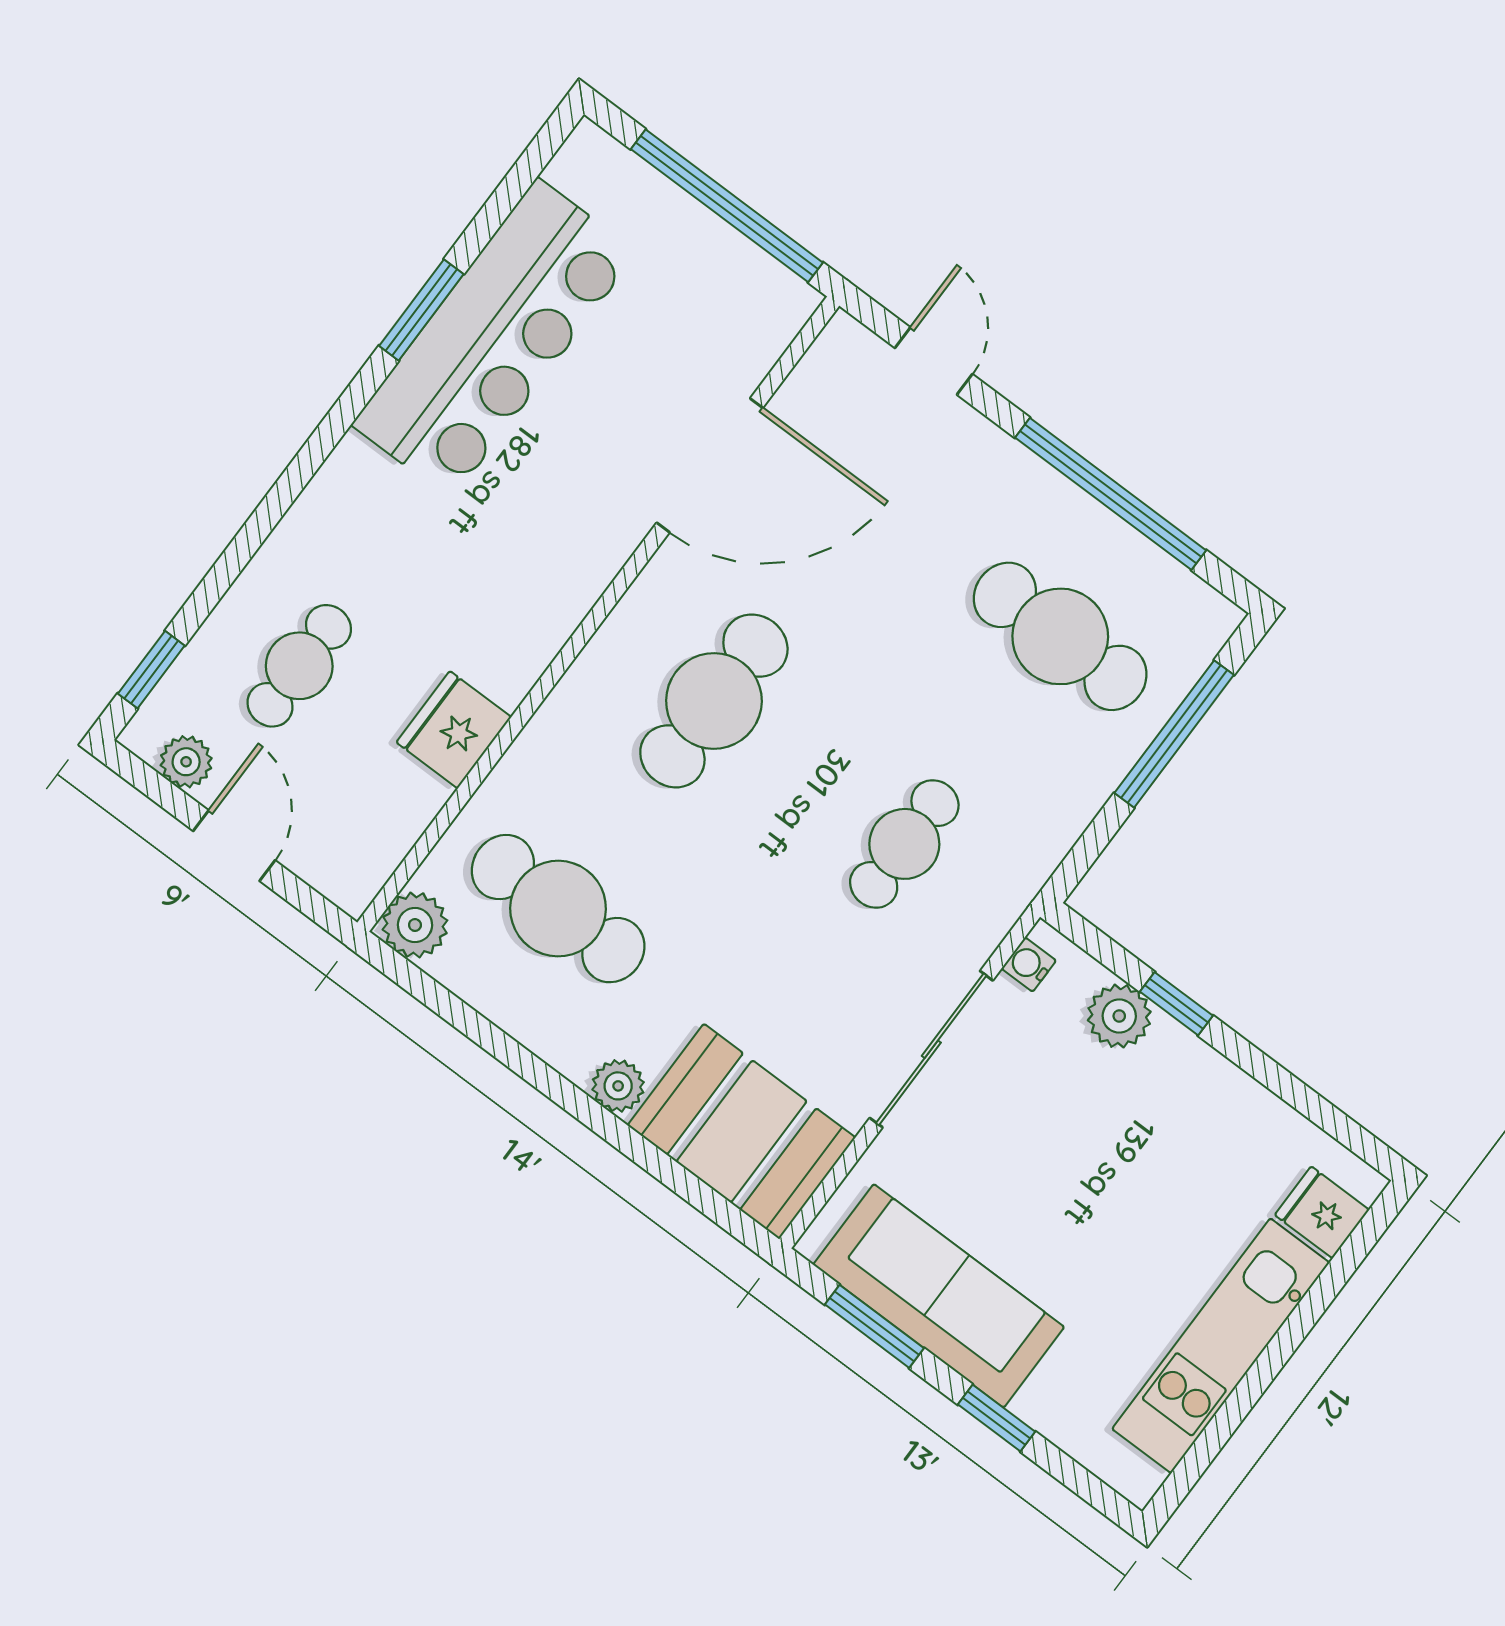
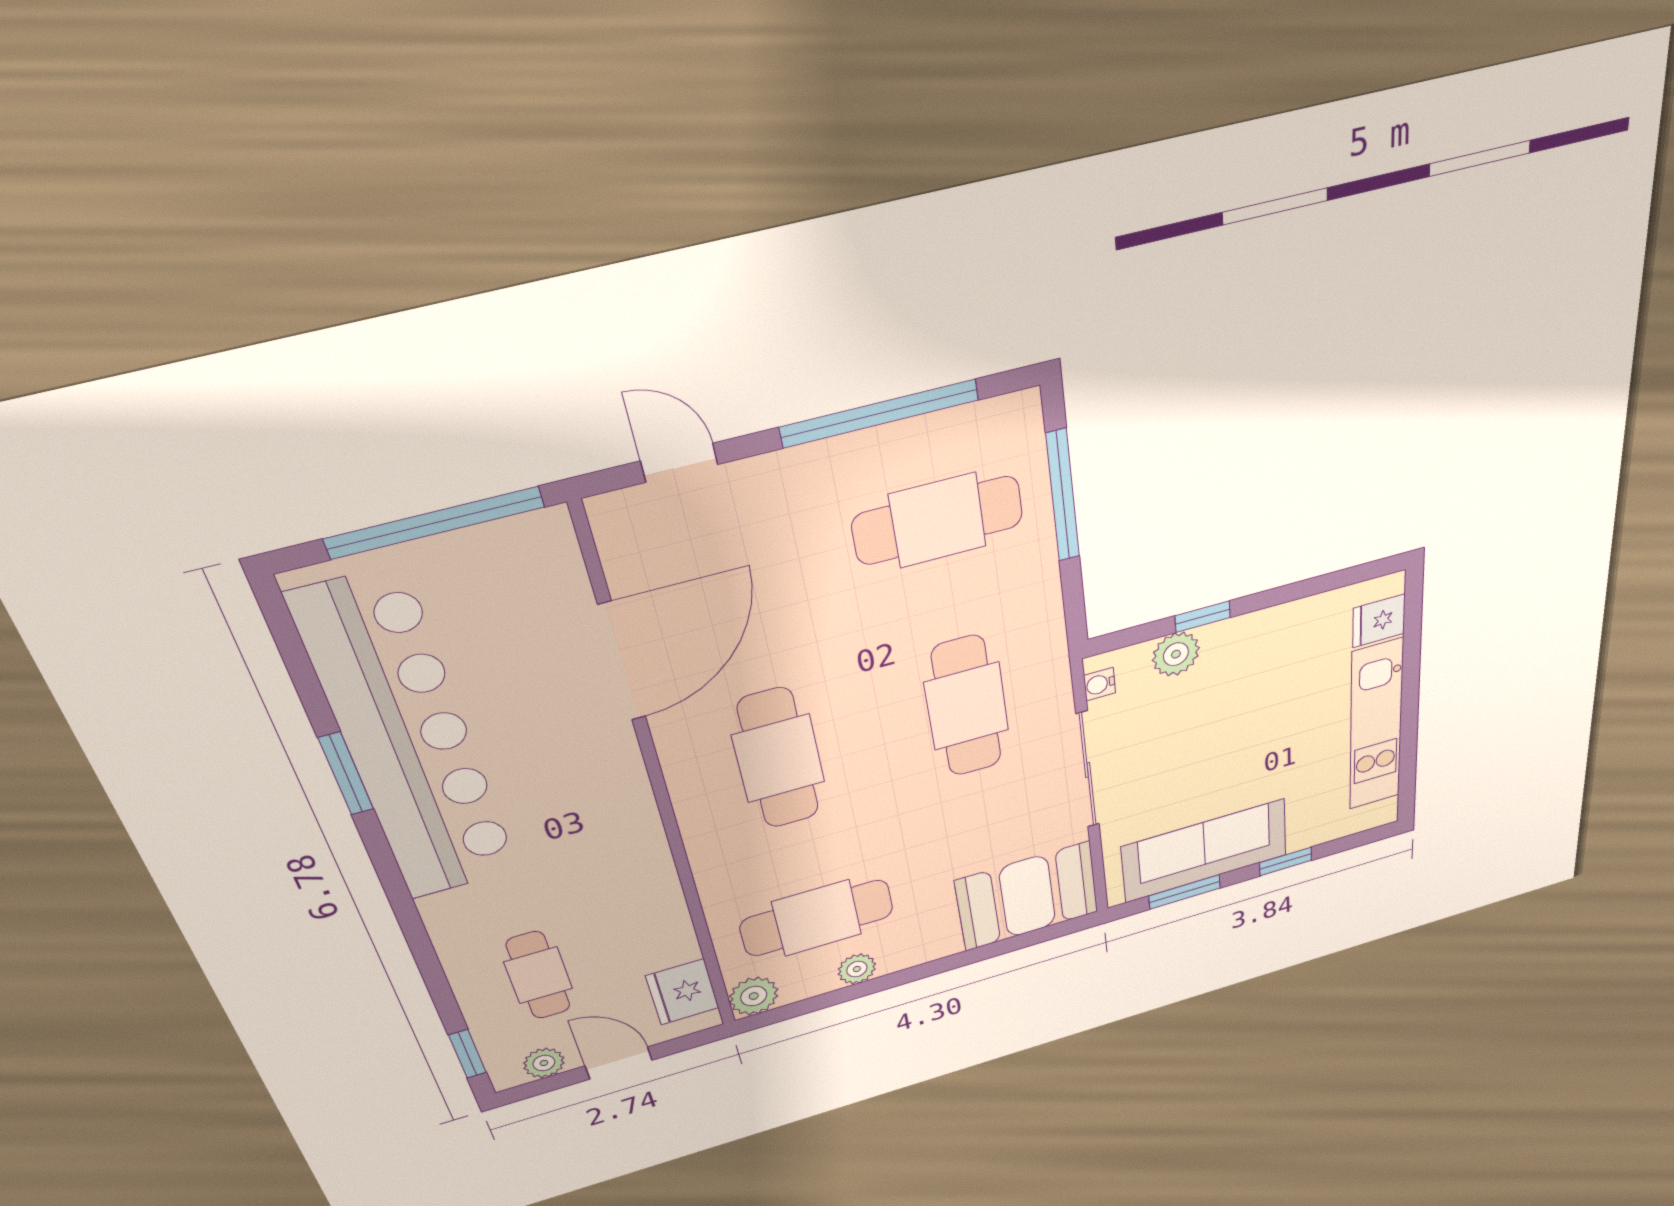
bar counter: (494, 339) -> (408, 740), width x1.36
fridge: (454, 730) -> (683, 992), moved
cafe table: (904, 844) -> (967, 706), width x1.37, depth x1.35
plant: (618, 1086) -> (857, 969), moved

